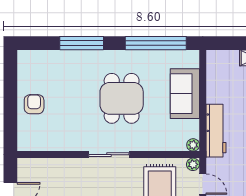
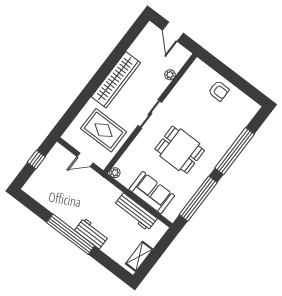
window: (82, 43) -> (235, 151), width x1.46
workbench: (216, 131) -> (136, 212), moved
plant: (193, 164) -> (170, 75), moved

